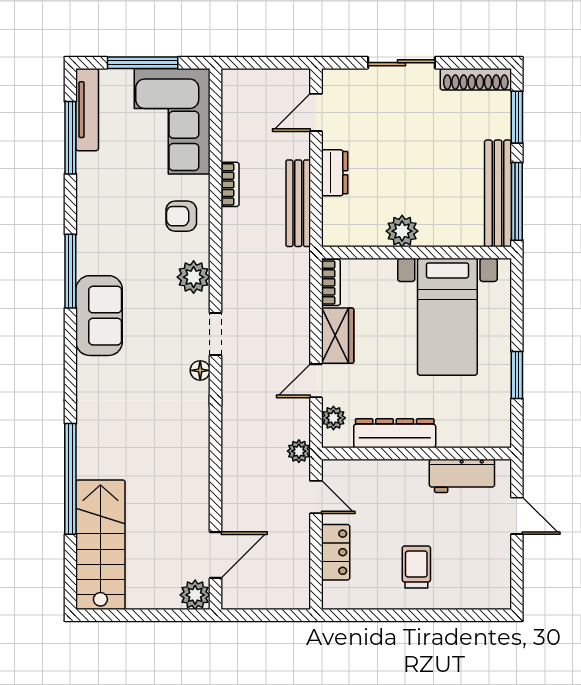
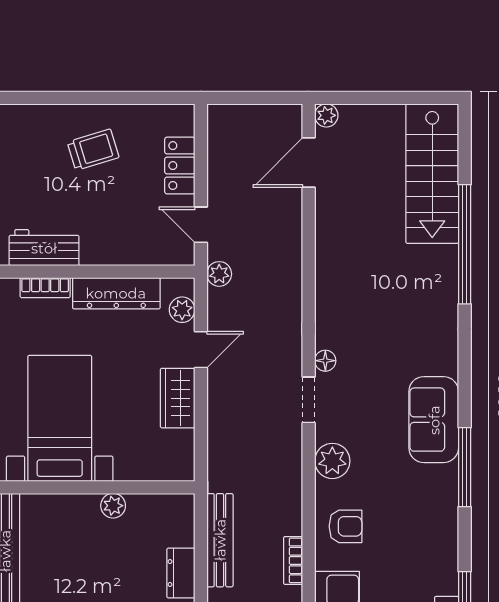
plant: (402, 231) -> (113, 506), width x0.73, depth x0.73
bookcase: (331, 282) -> (45, 288), moved, turned -90
trolley: (416, 567) -> (93, 150), turned -107
plant: (195, 595) -> (326, 115), width x0.73, depth x0.73

